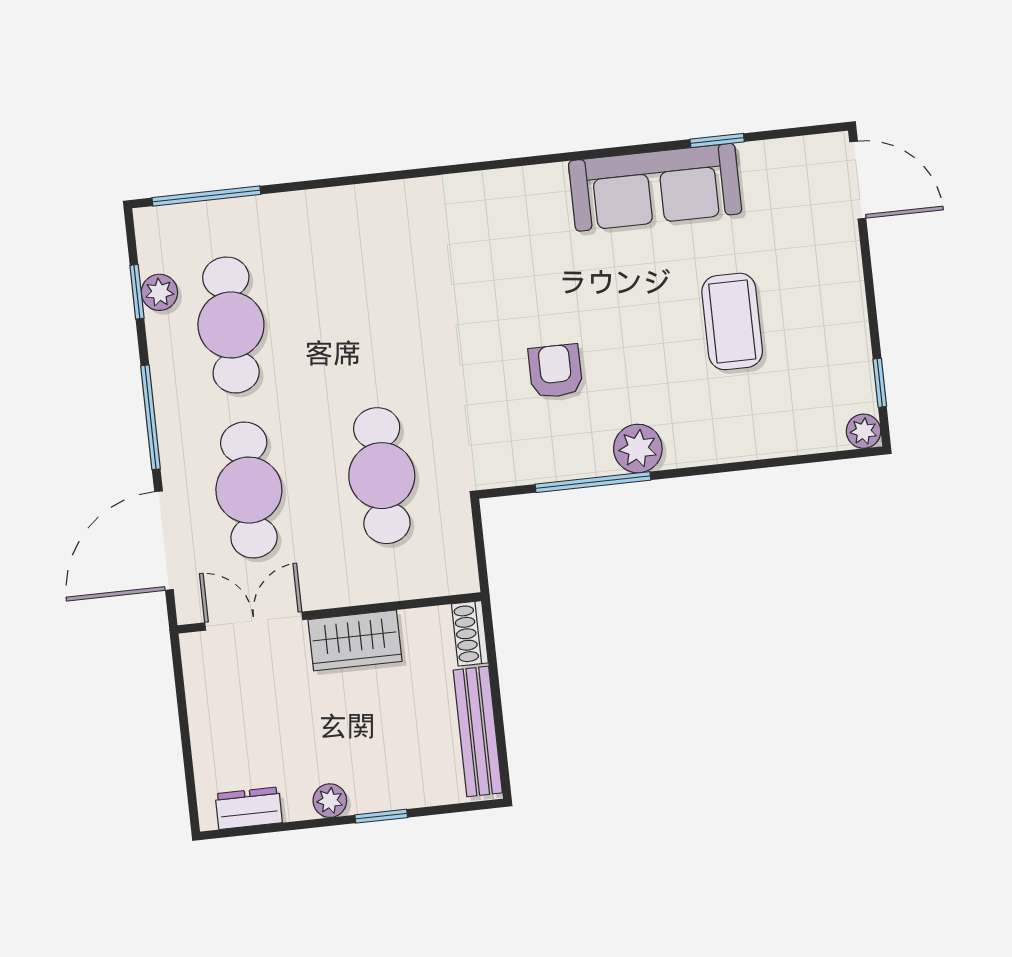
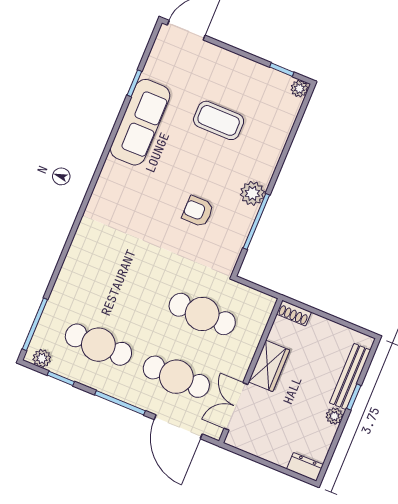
plant: (159, 292) -> (42, 358), moved
bench: (478, 731) -> (350, 377), moved, turned 90
dresser: (249, 808) -> (305, 467), moved, turned 90

